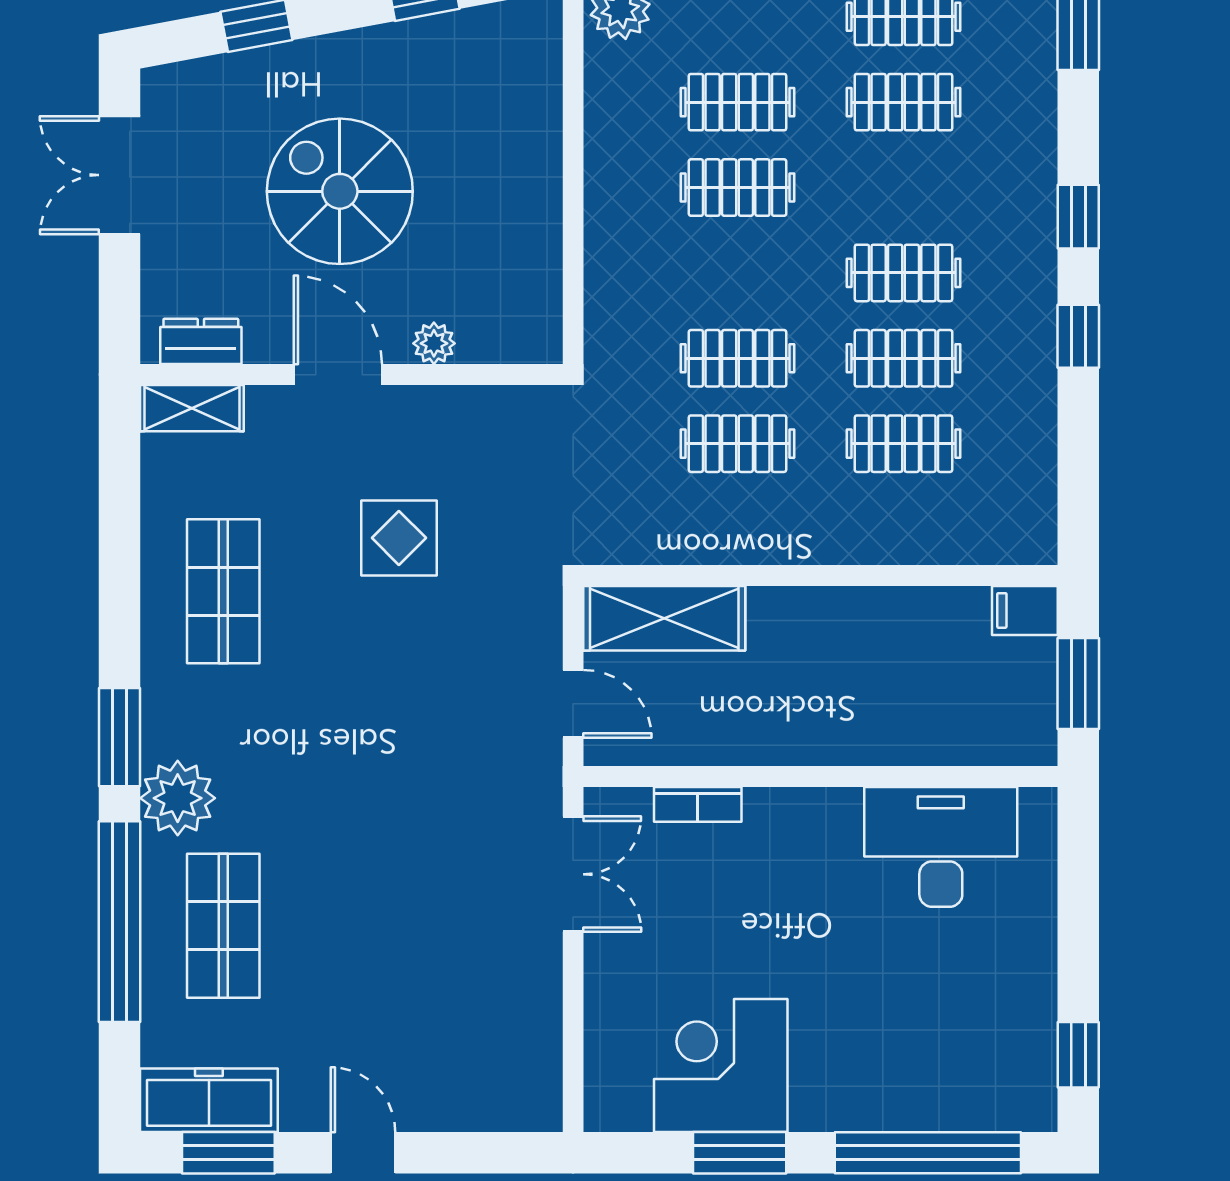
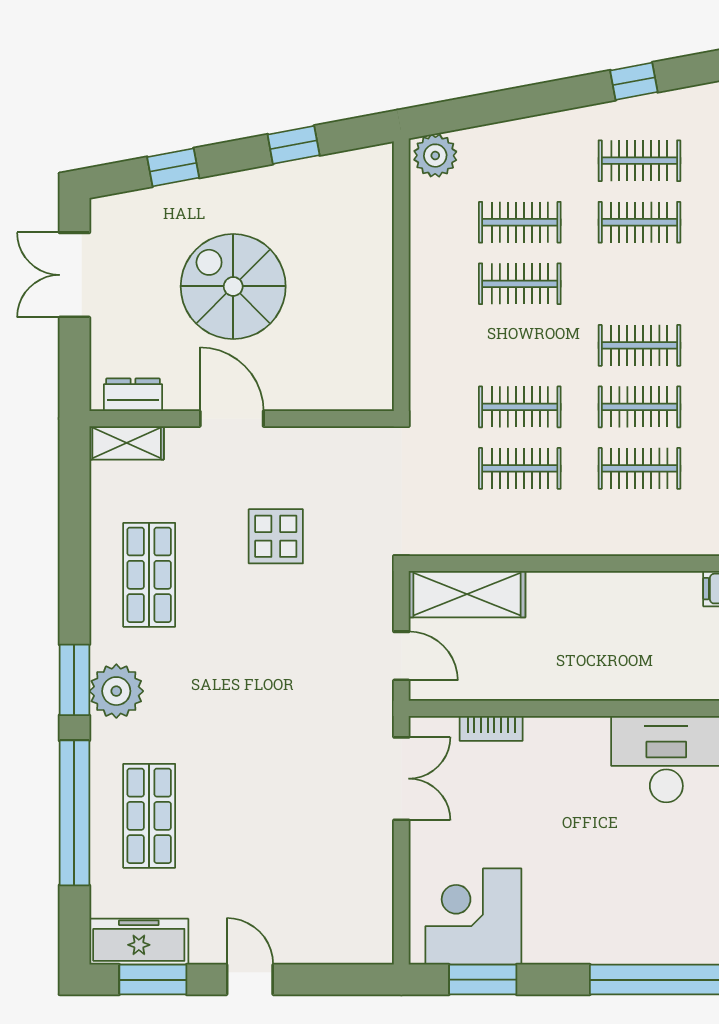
plant: (434, 343) -> (301, 396), removed
plant: (178, 798) -> (116, 691), moved
corner desk: (721, 1065) -> (473, 917), moved
window: (740, 1153) -> (483, 980), moved

